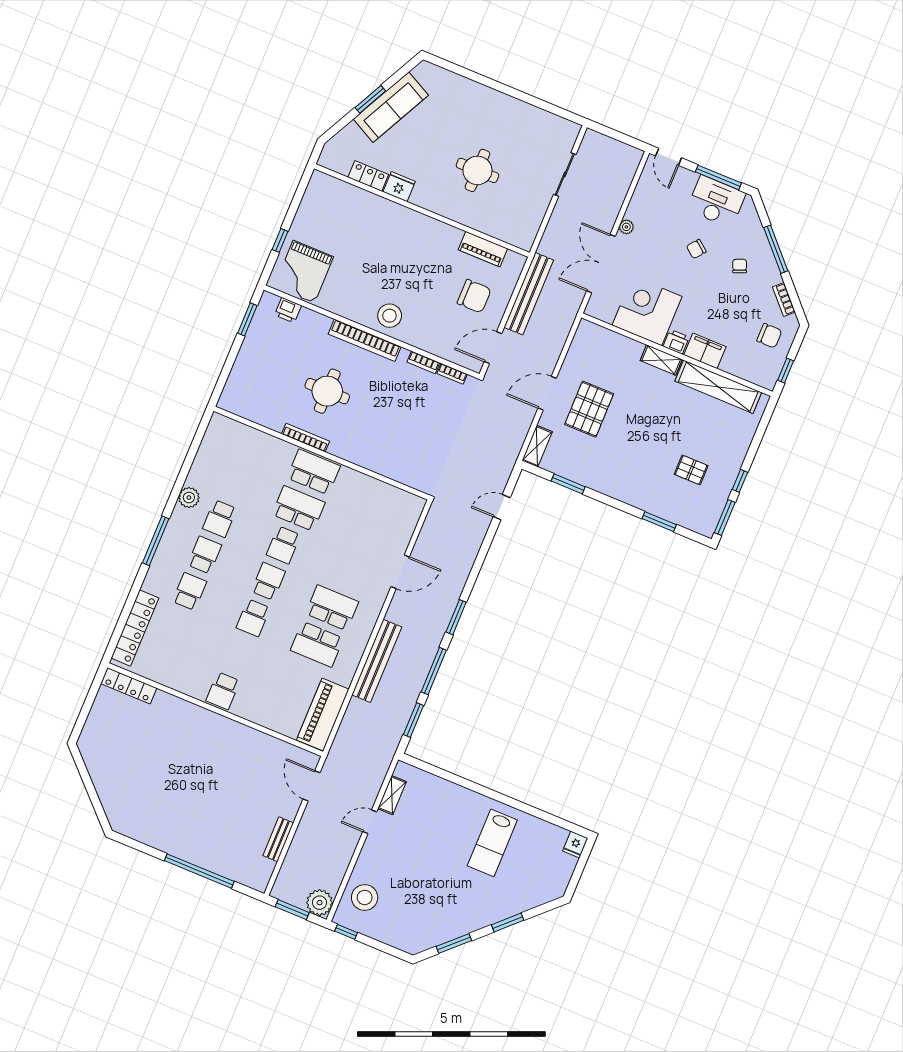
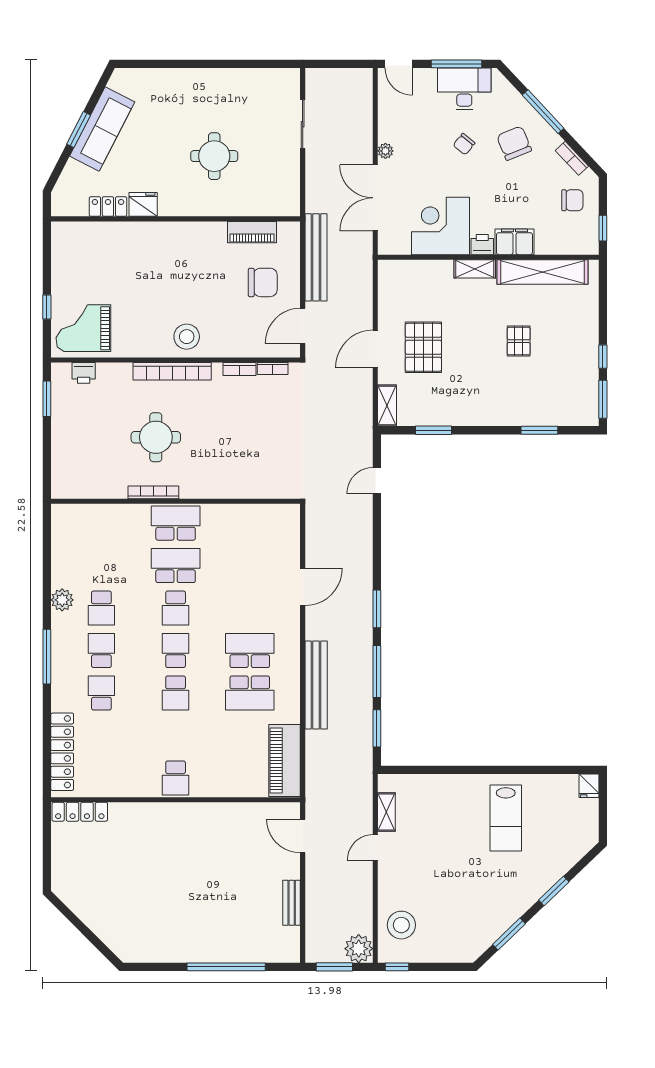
chair: (740, 266) -> (514, 143), width x1.87, depth x1.87
grand piano: (304, 272) -> (83, 328), turned 90
pallet: (691, 470) -> (519, 341), moved, turned 90

